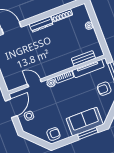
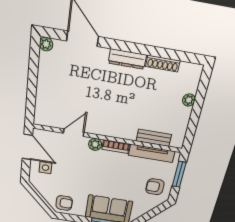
door: (34, 83) -> (74, 133), hinge flipped
door: (11, 108) -> (27, 147), hinge flipped

